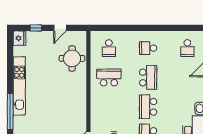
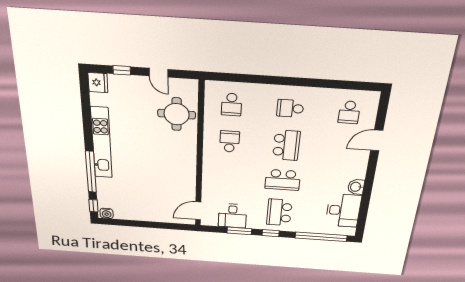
door: (60, 28) -> (159, 73), hinge flipped
school desk: (109, 77) -> (230, 141), width x0.54
school desk: (148, 107) -> (283, 180), turned -90

